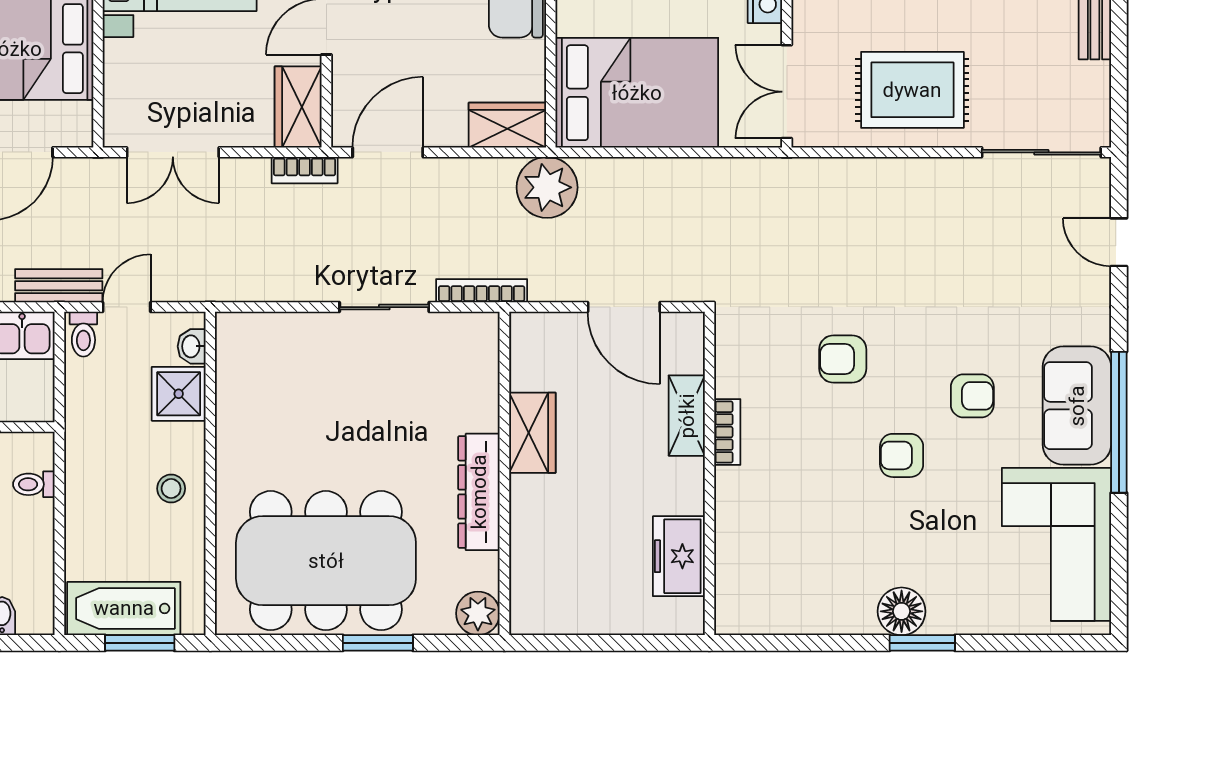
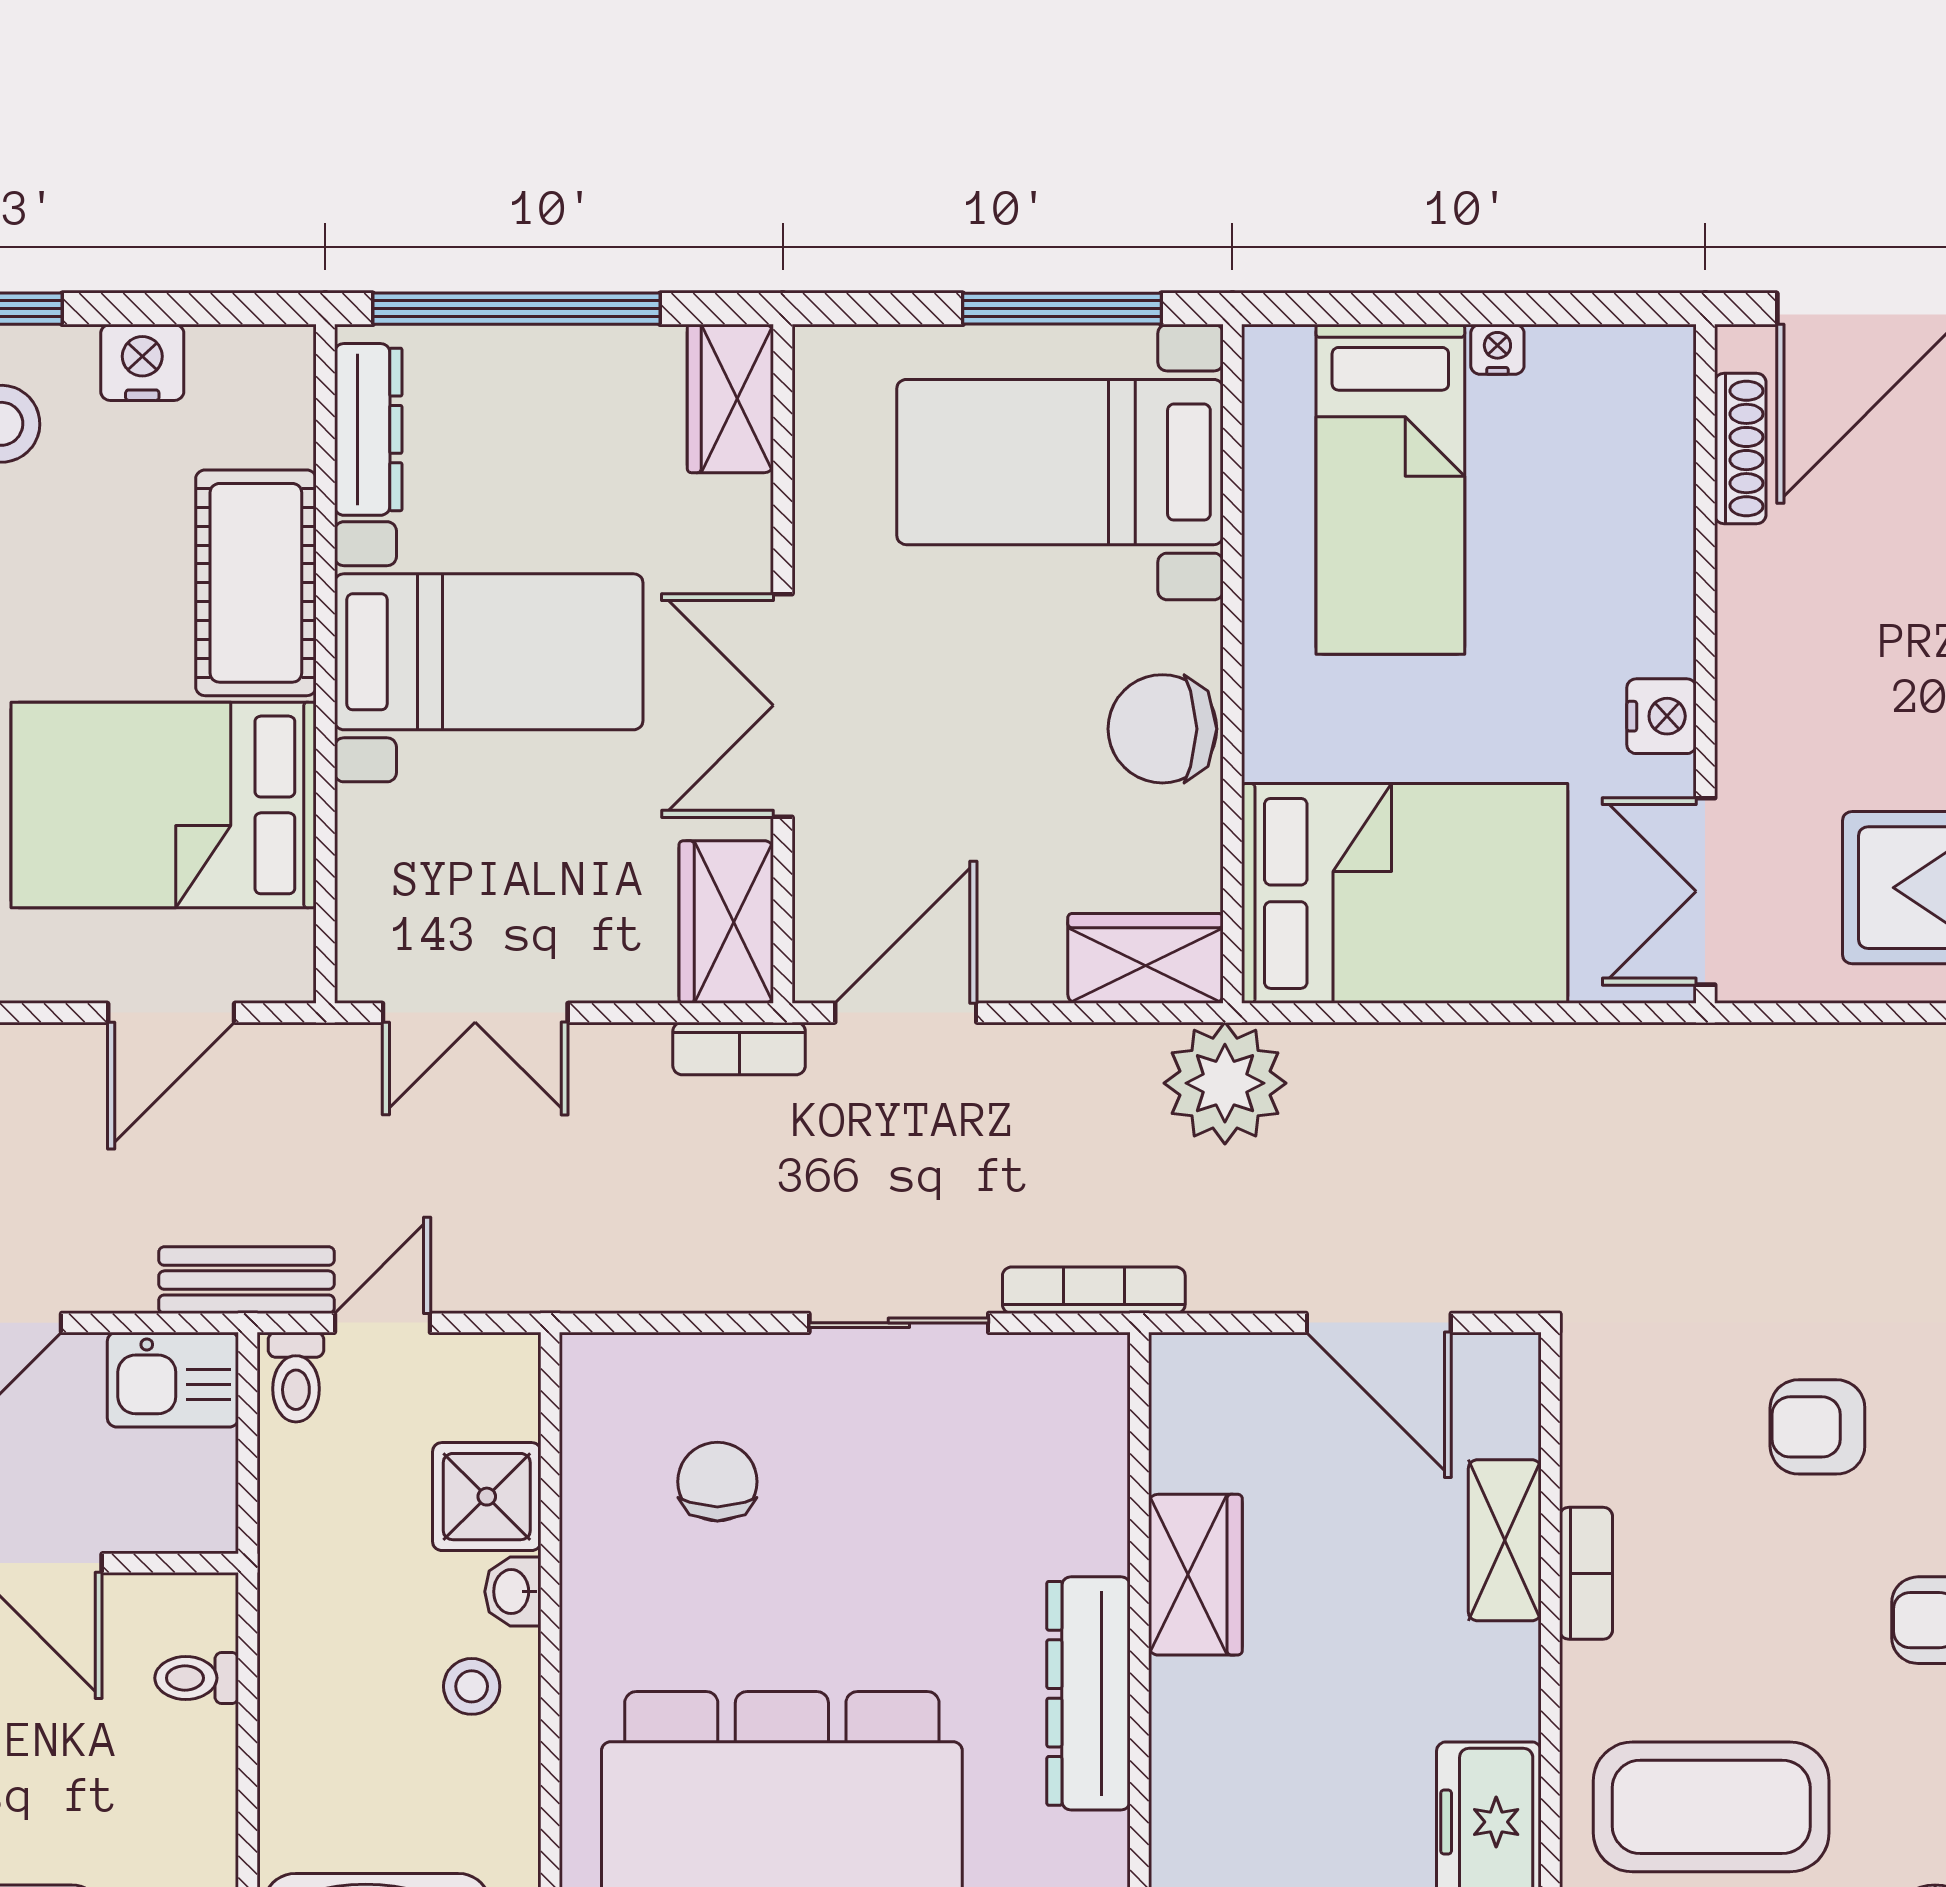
washbasin: (192, 346) -> (513, 1592), moved
chair: (294, 386) -> (717, 1482), added
coffee table: (790, 549) -> (1711, 1807), added

